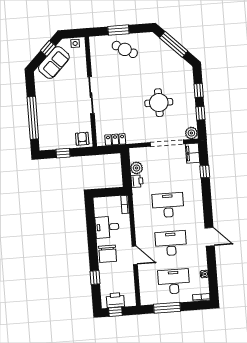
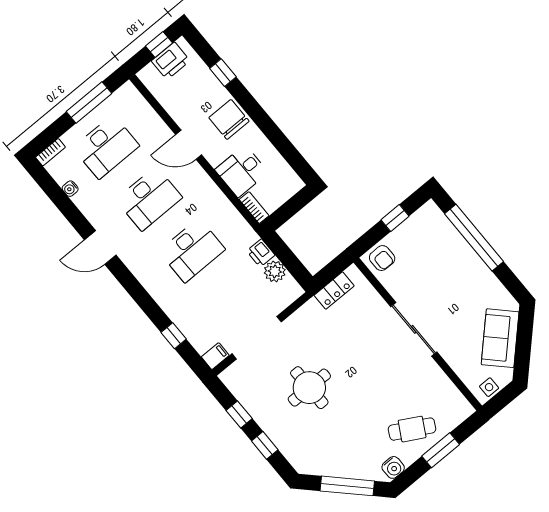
water cooler: (146, 38) -> (393, 467), added
window: (48, 48) -> (523, 353), removed
plant: (191, 133) -> (232, 377), removed
filing cabinet: (193, 153) -> (215, 356), width x0.50
desk: (107, 227) -> (242, 171), moved, turned 180

